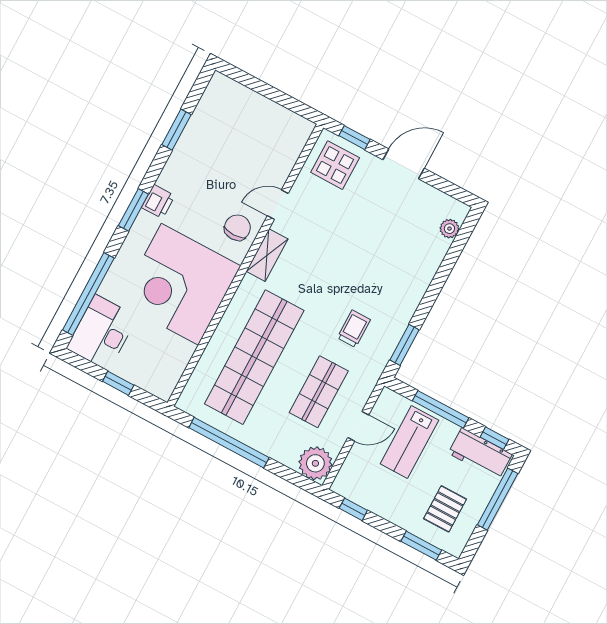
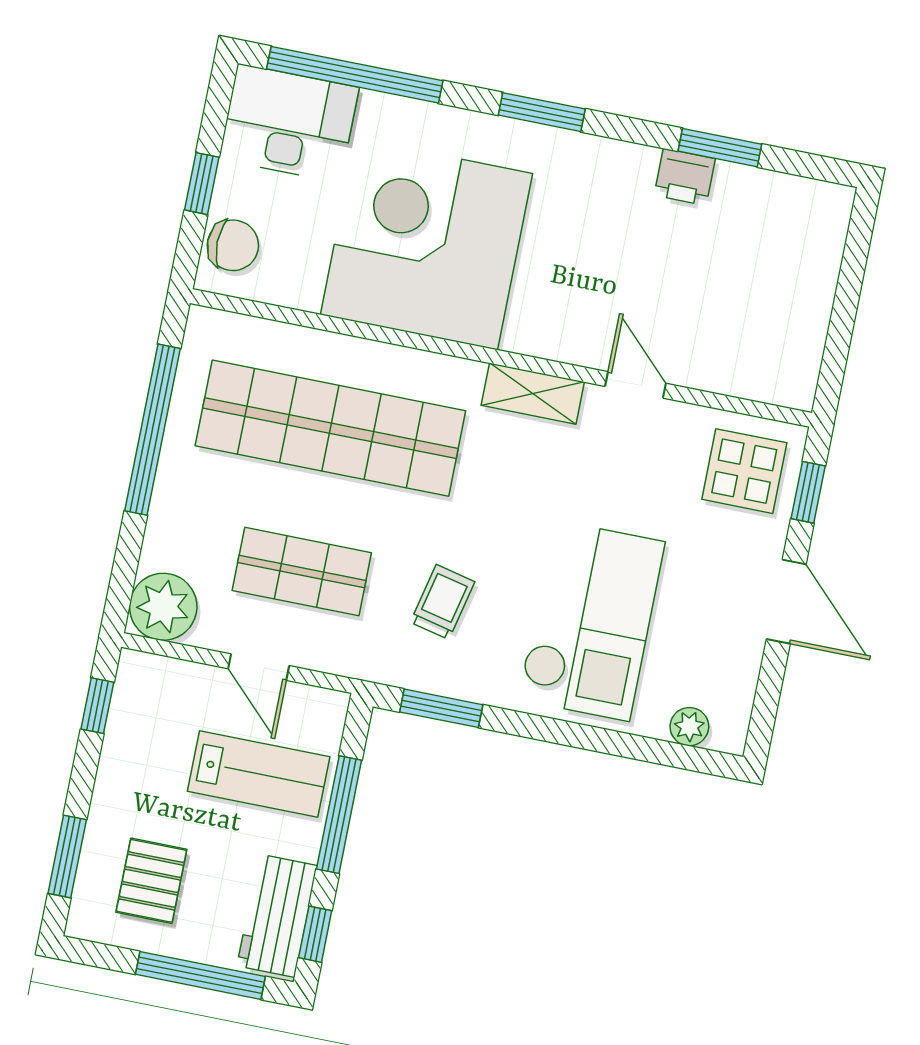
printer: (158, 202) -> (685, 177), moved
chair: (237, 228) -> (233, 245), moved
checkout: (384, 260) -> (591, 621), added
trolley: (354, 329) -> (442, 602), turned -77
lab bench: (409, 442) -> (259, 774), turned 180
pallet: (445, 509) -> (151, 881), turned 90

